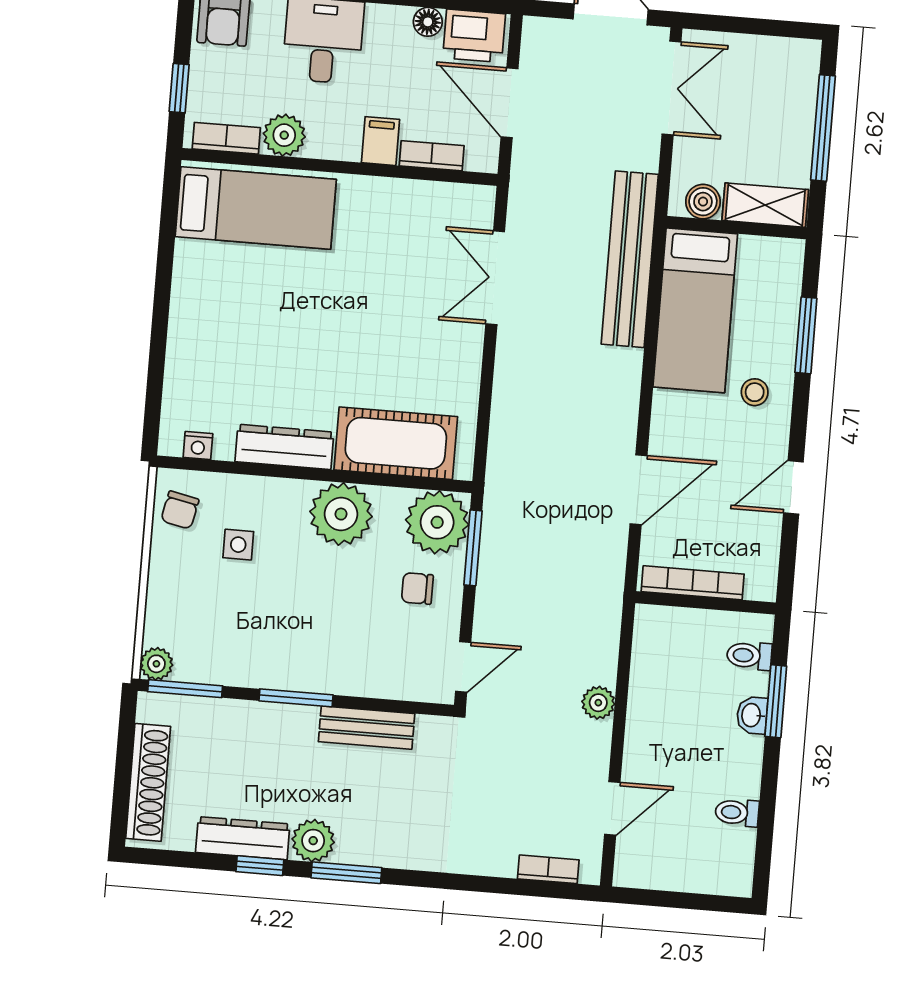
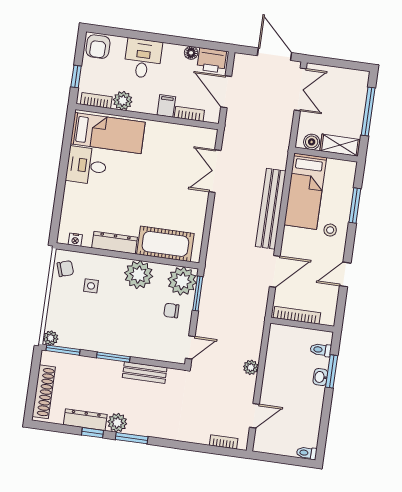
bench: (630, 259) -> (271, 209), moved
desk: (213, 282) -> (87, 166), added
chair: (180, 510) -> (65, 269), turned -120
toilet: (737, 813) -> (307, 453), moved

